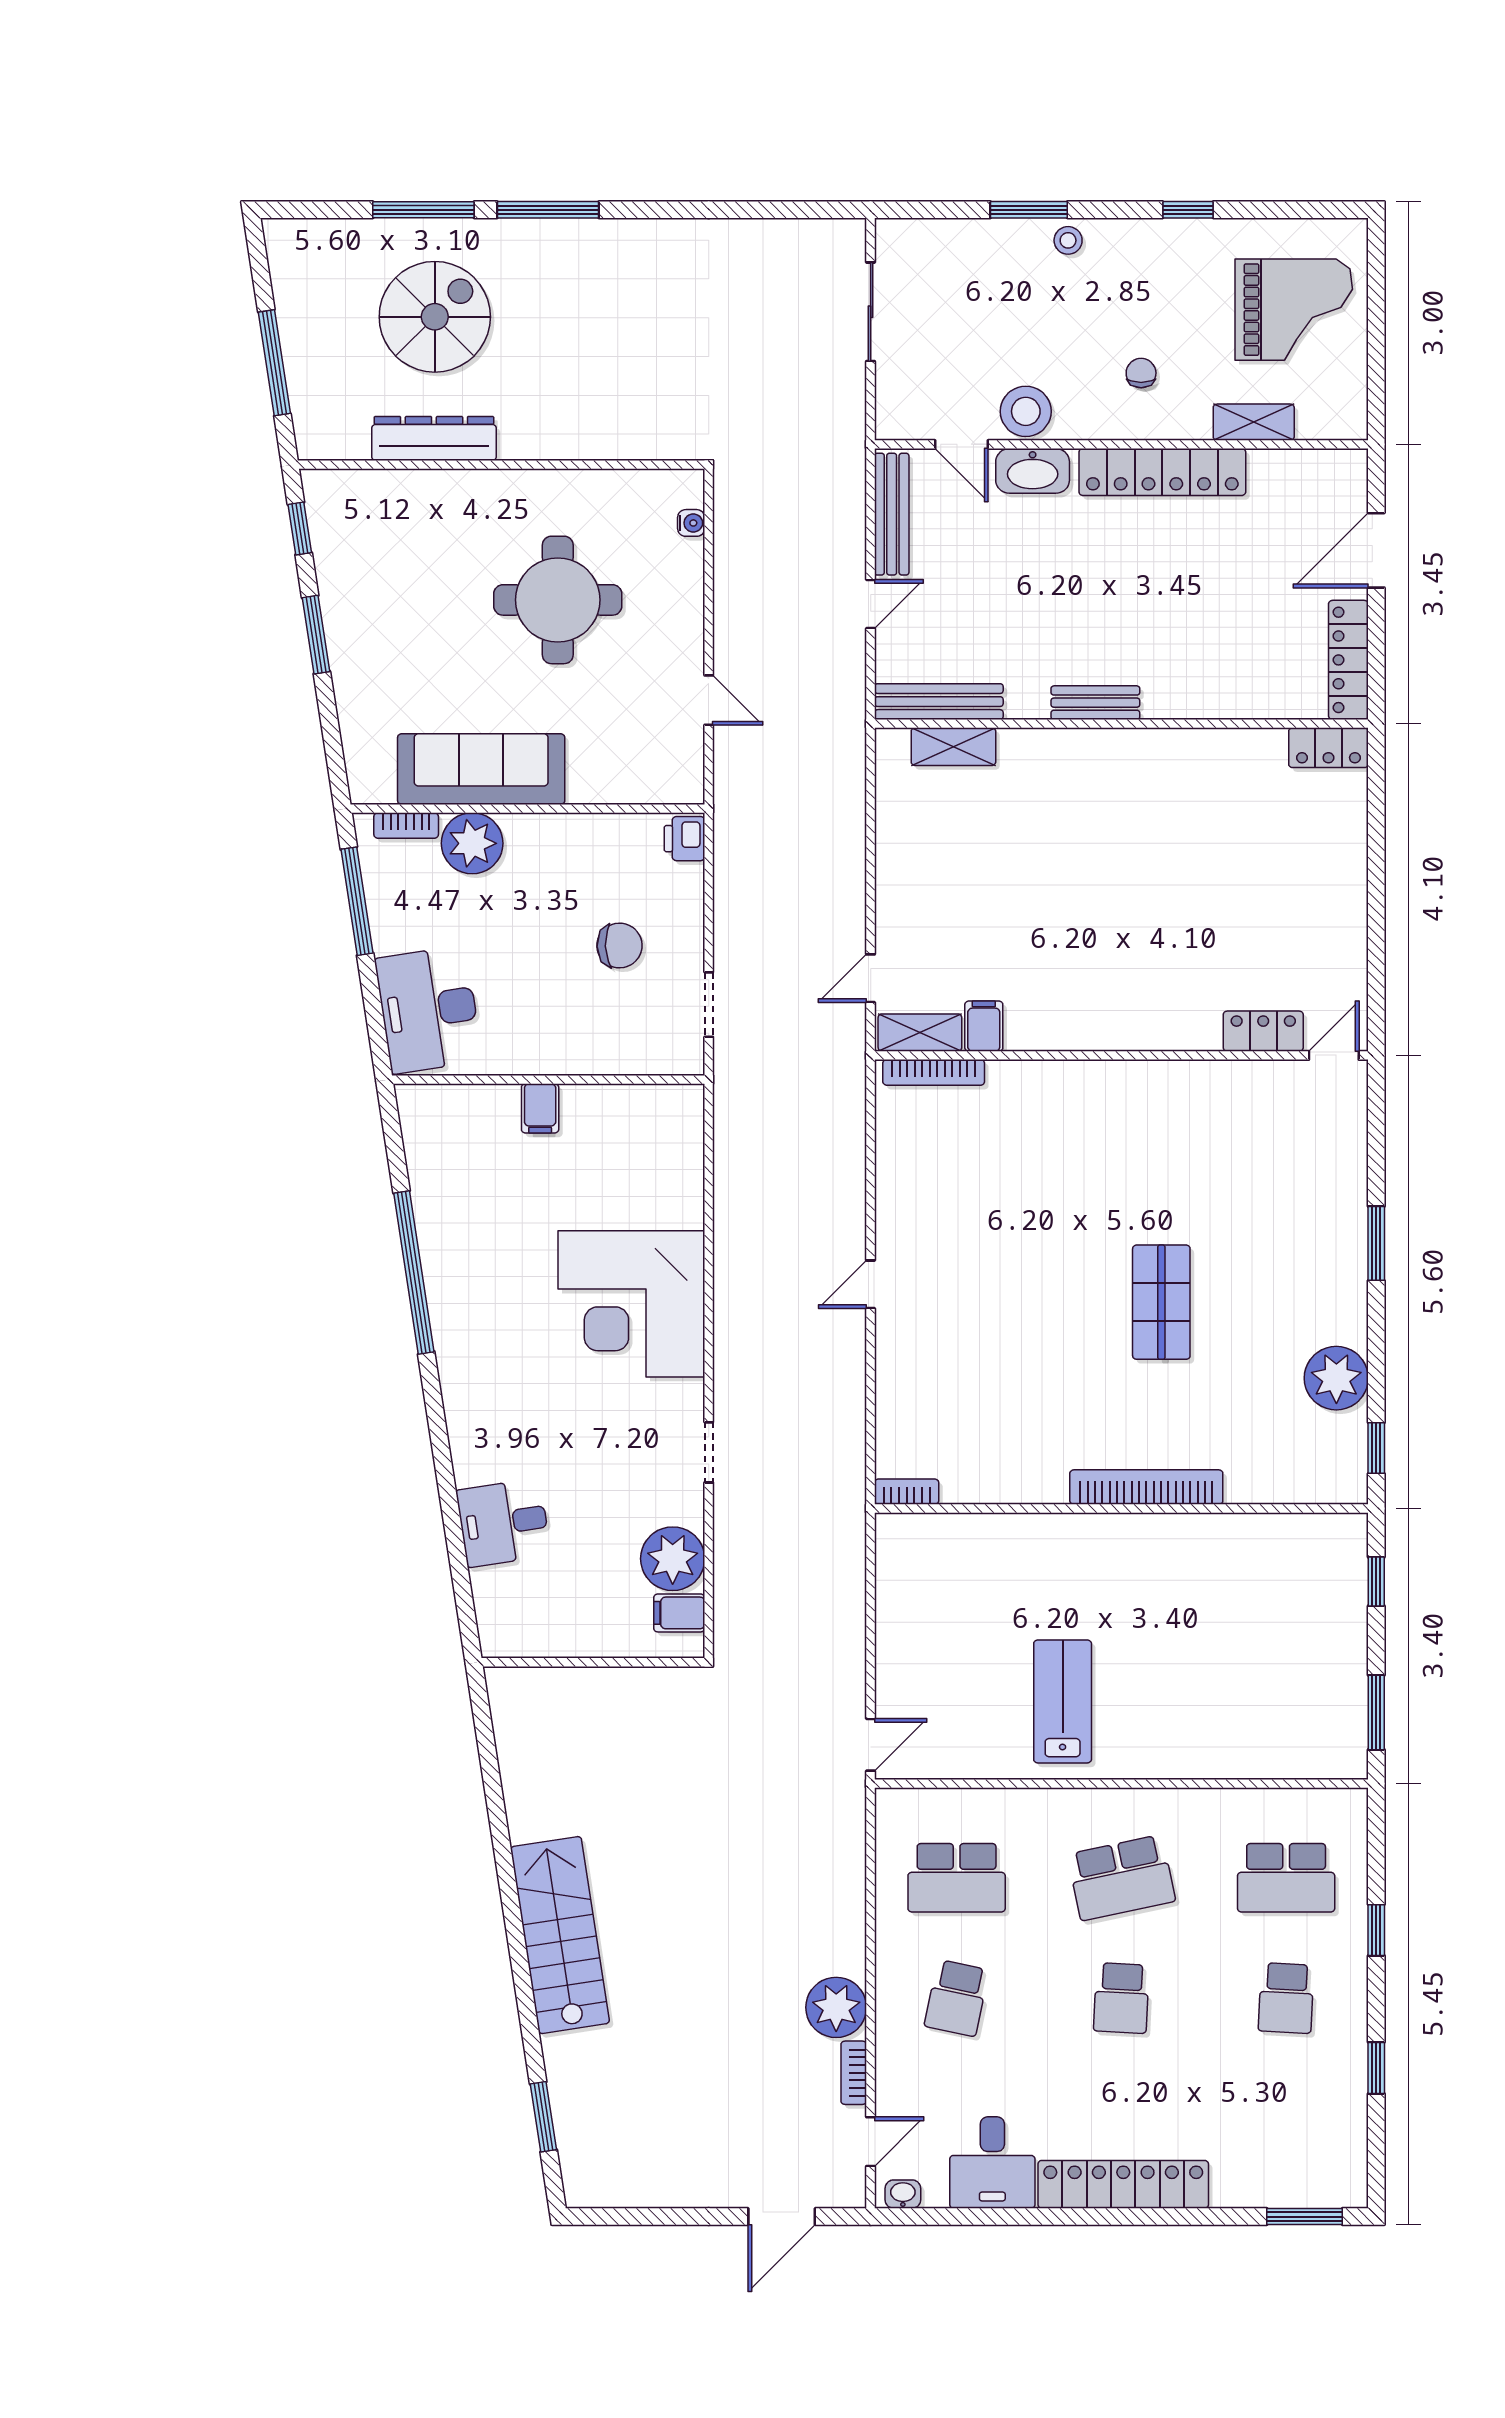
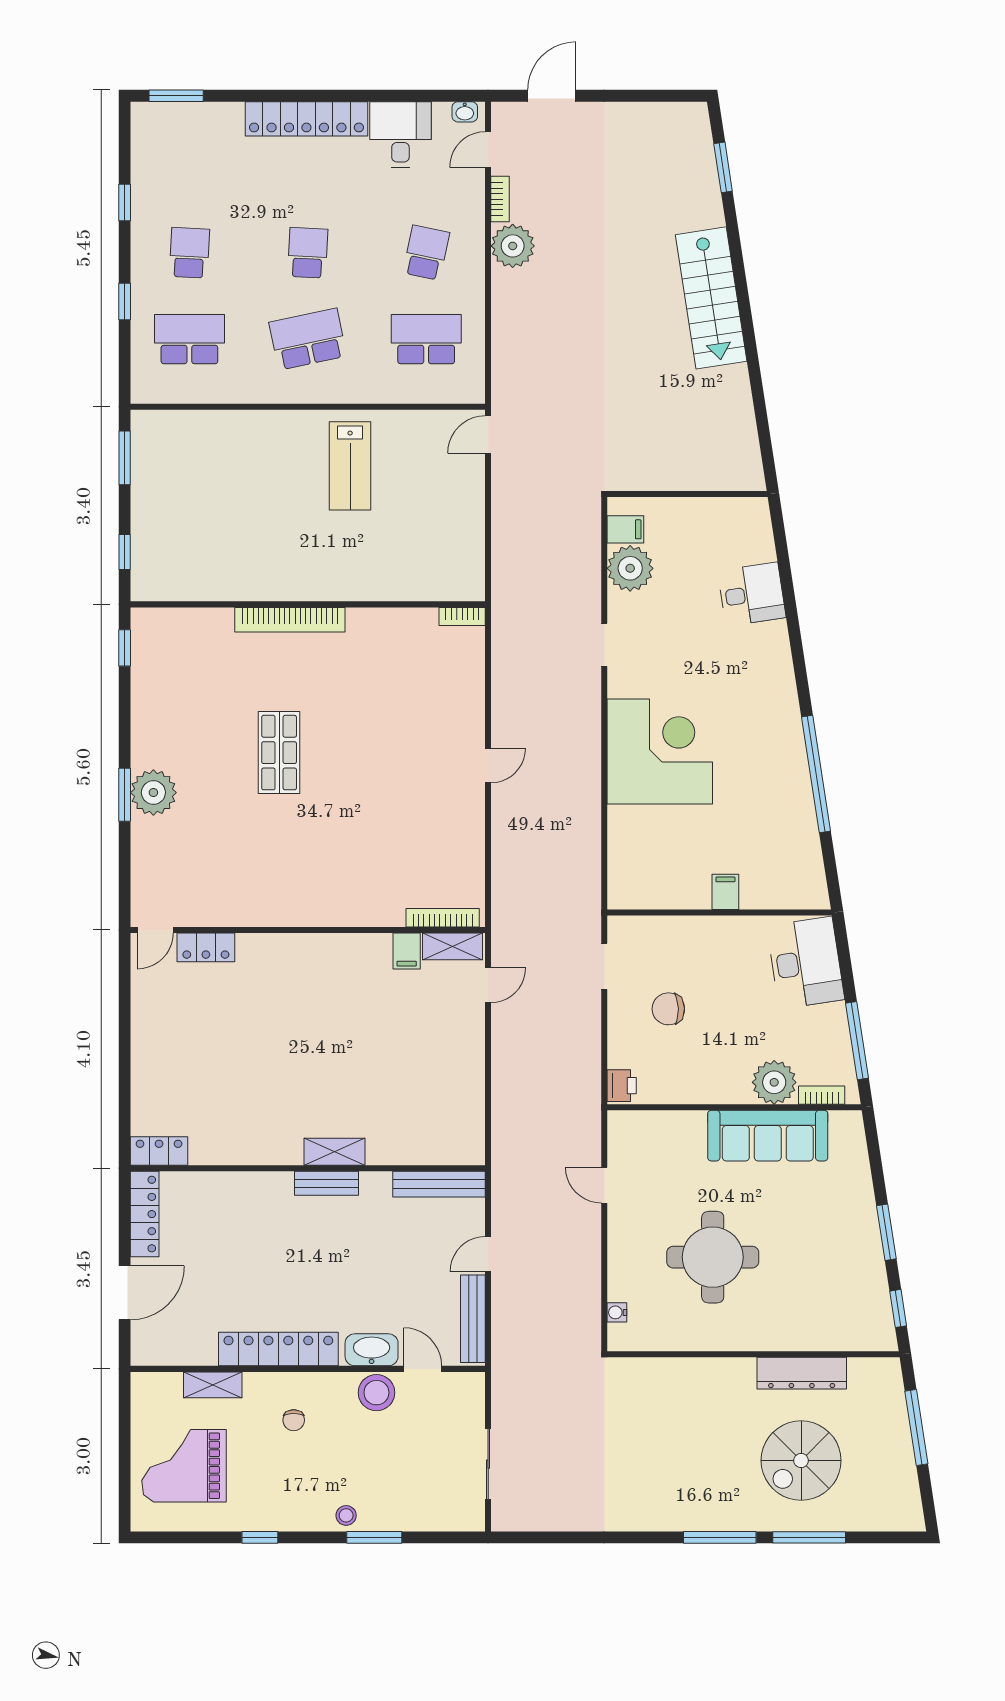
shelving: (953, 747) -> (335, 1152), moved
plant: (1336, 1378) -> (153, 793), moved

